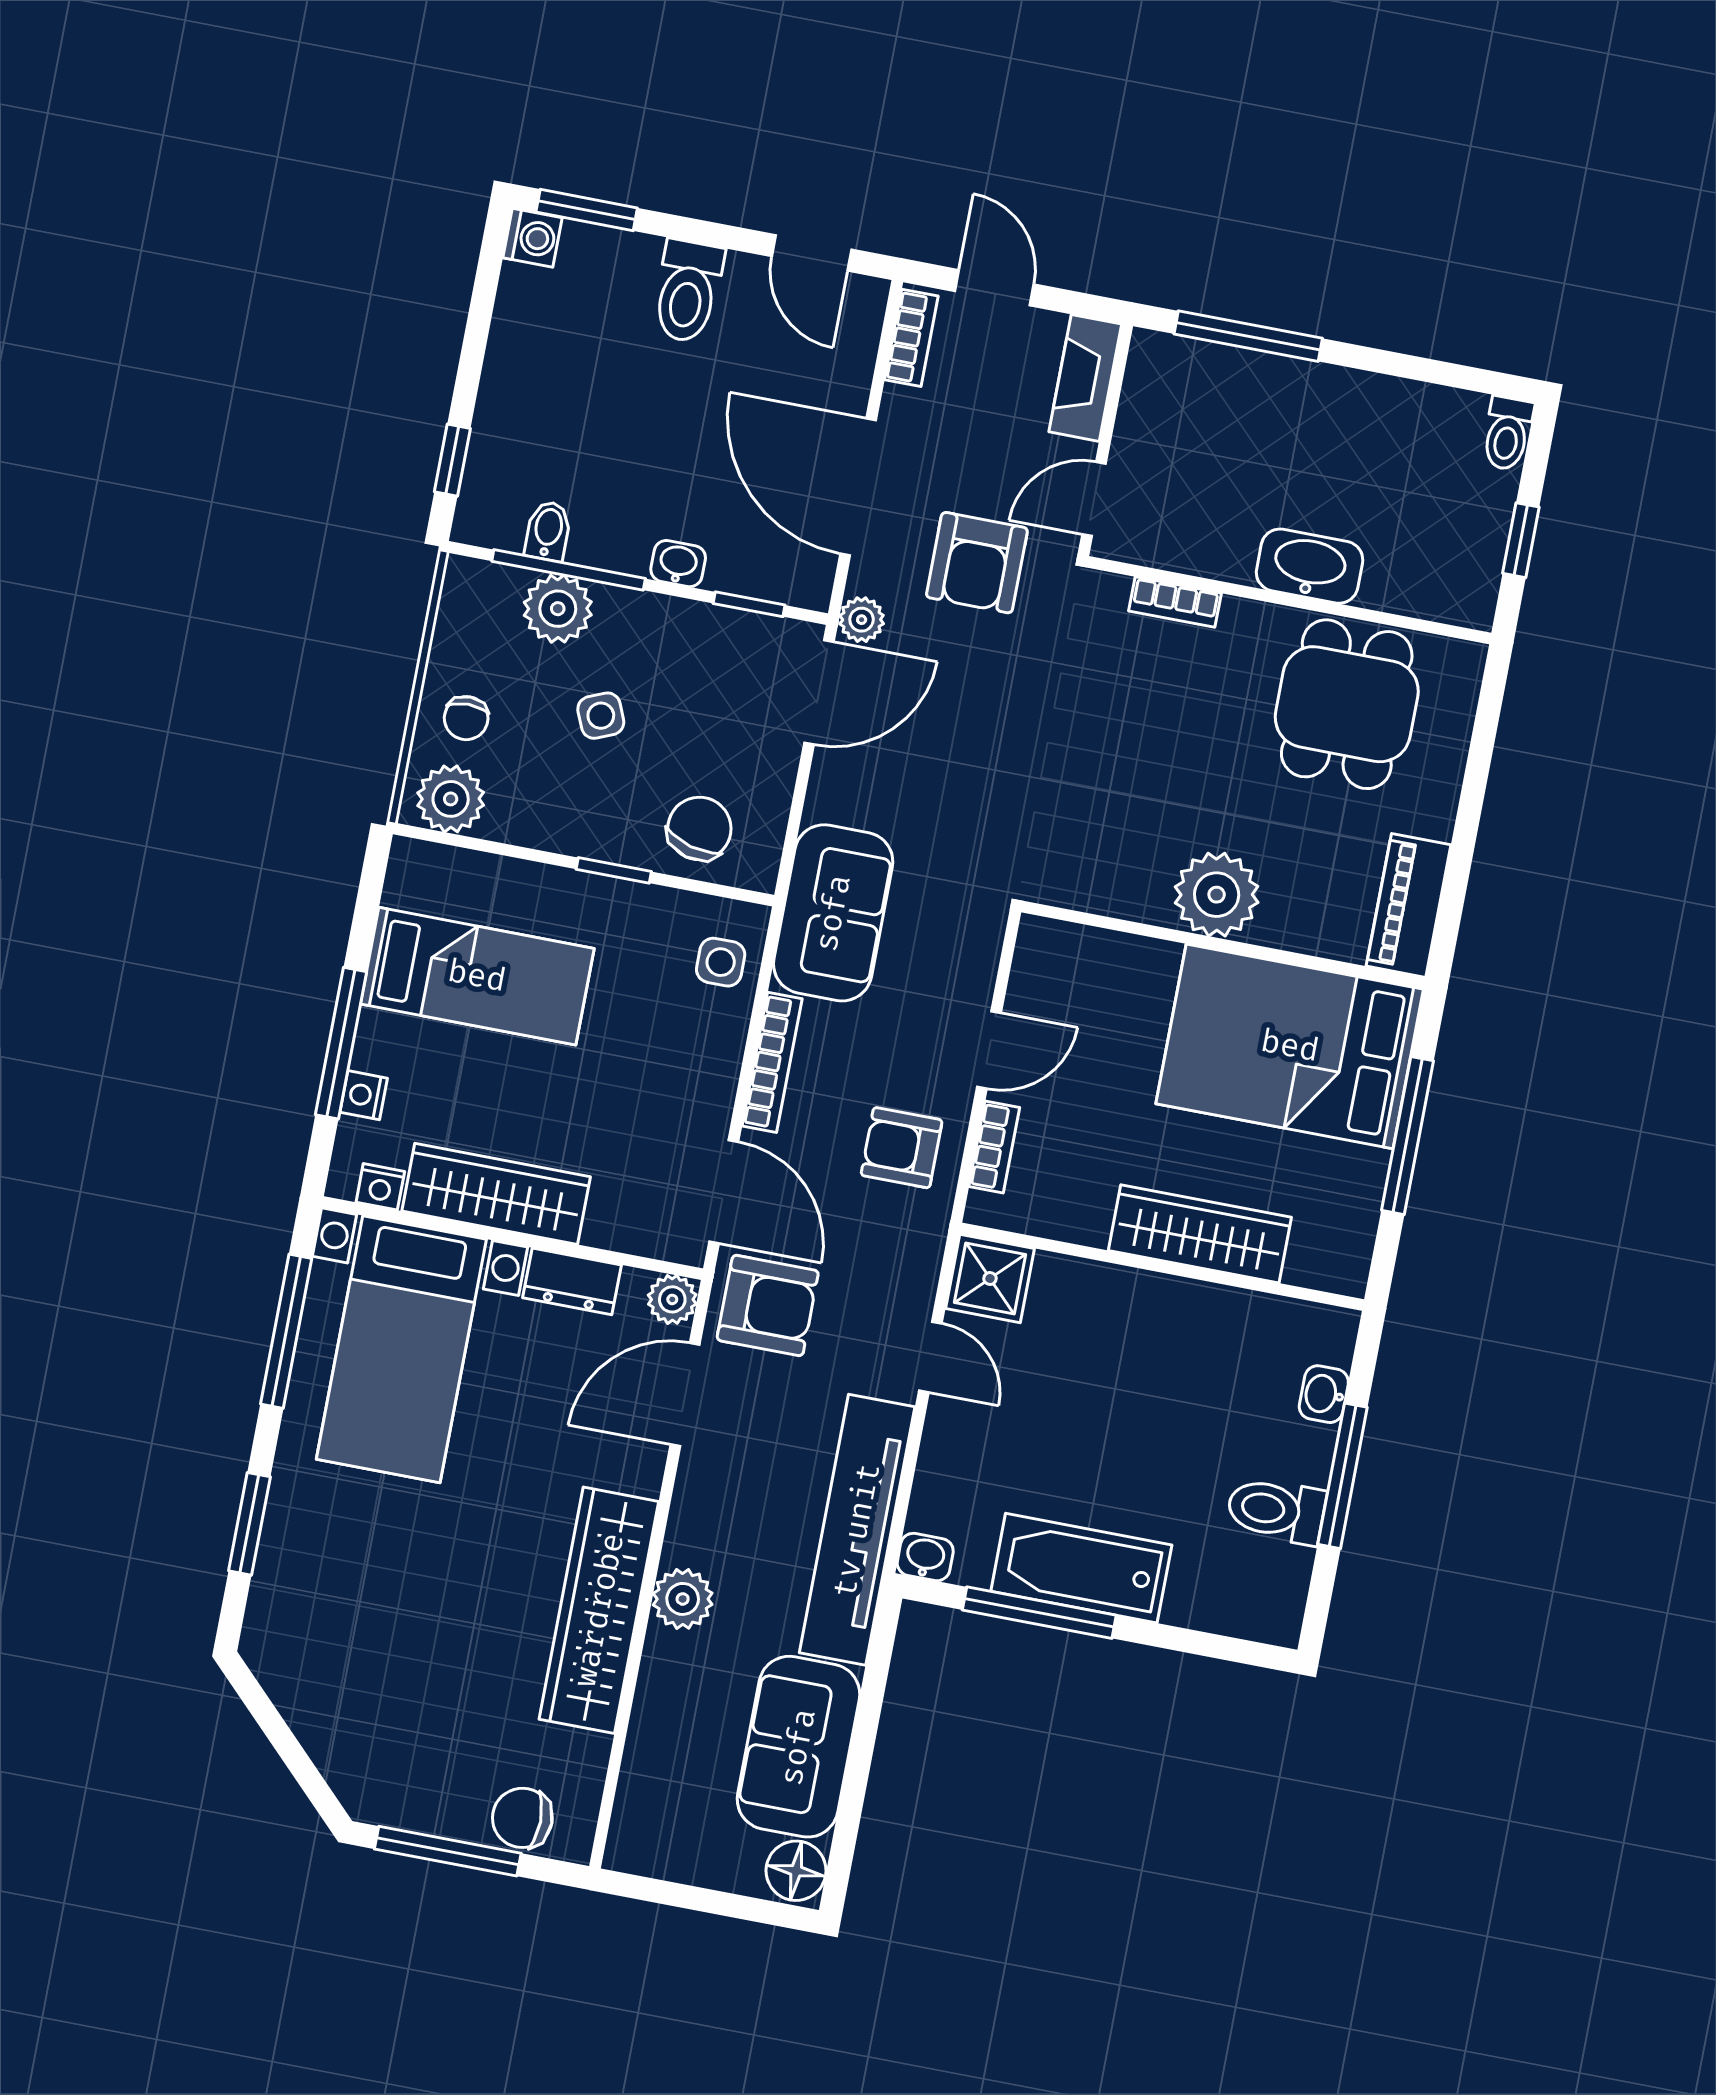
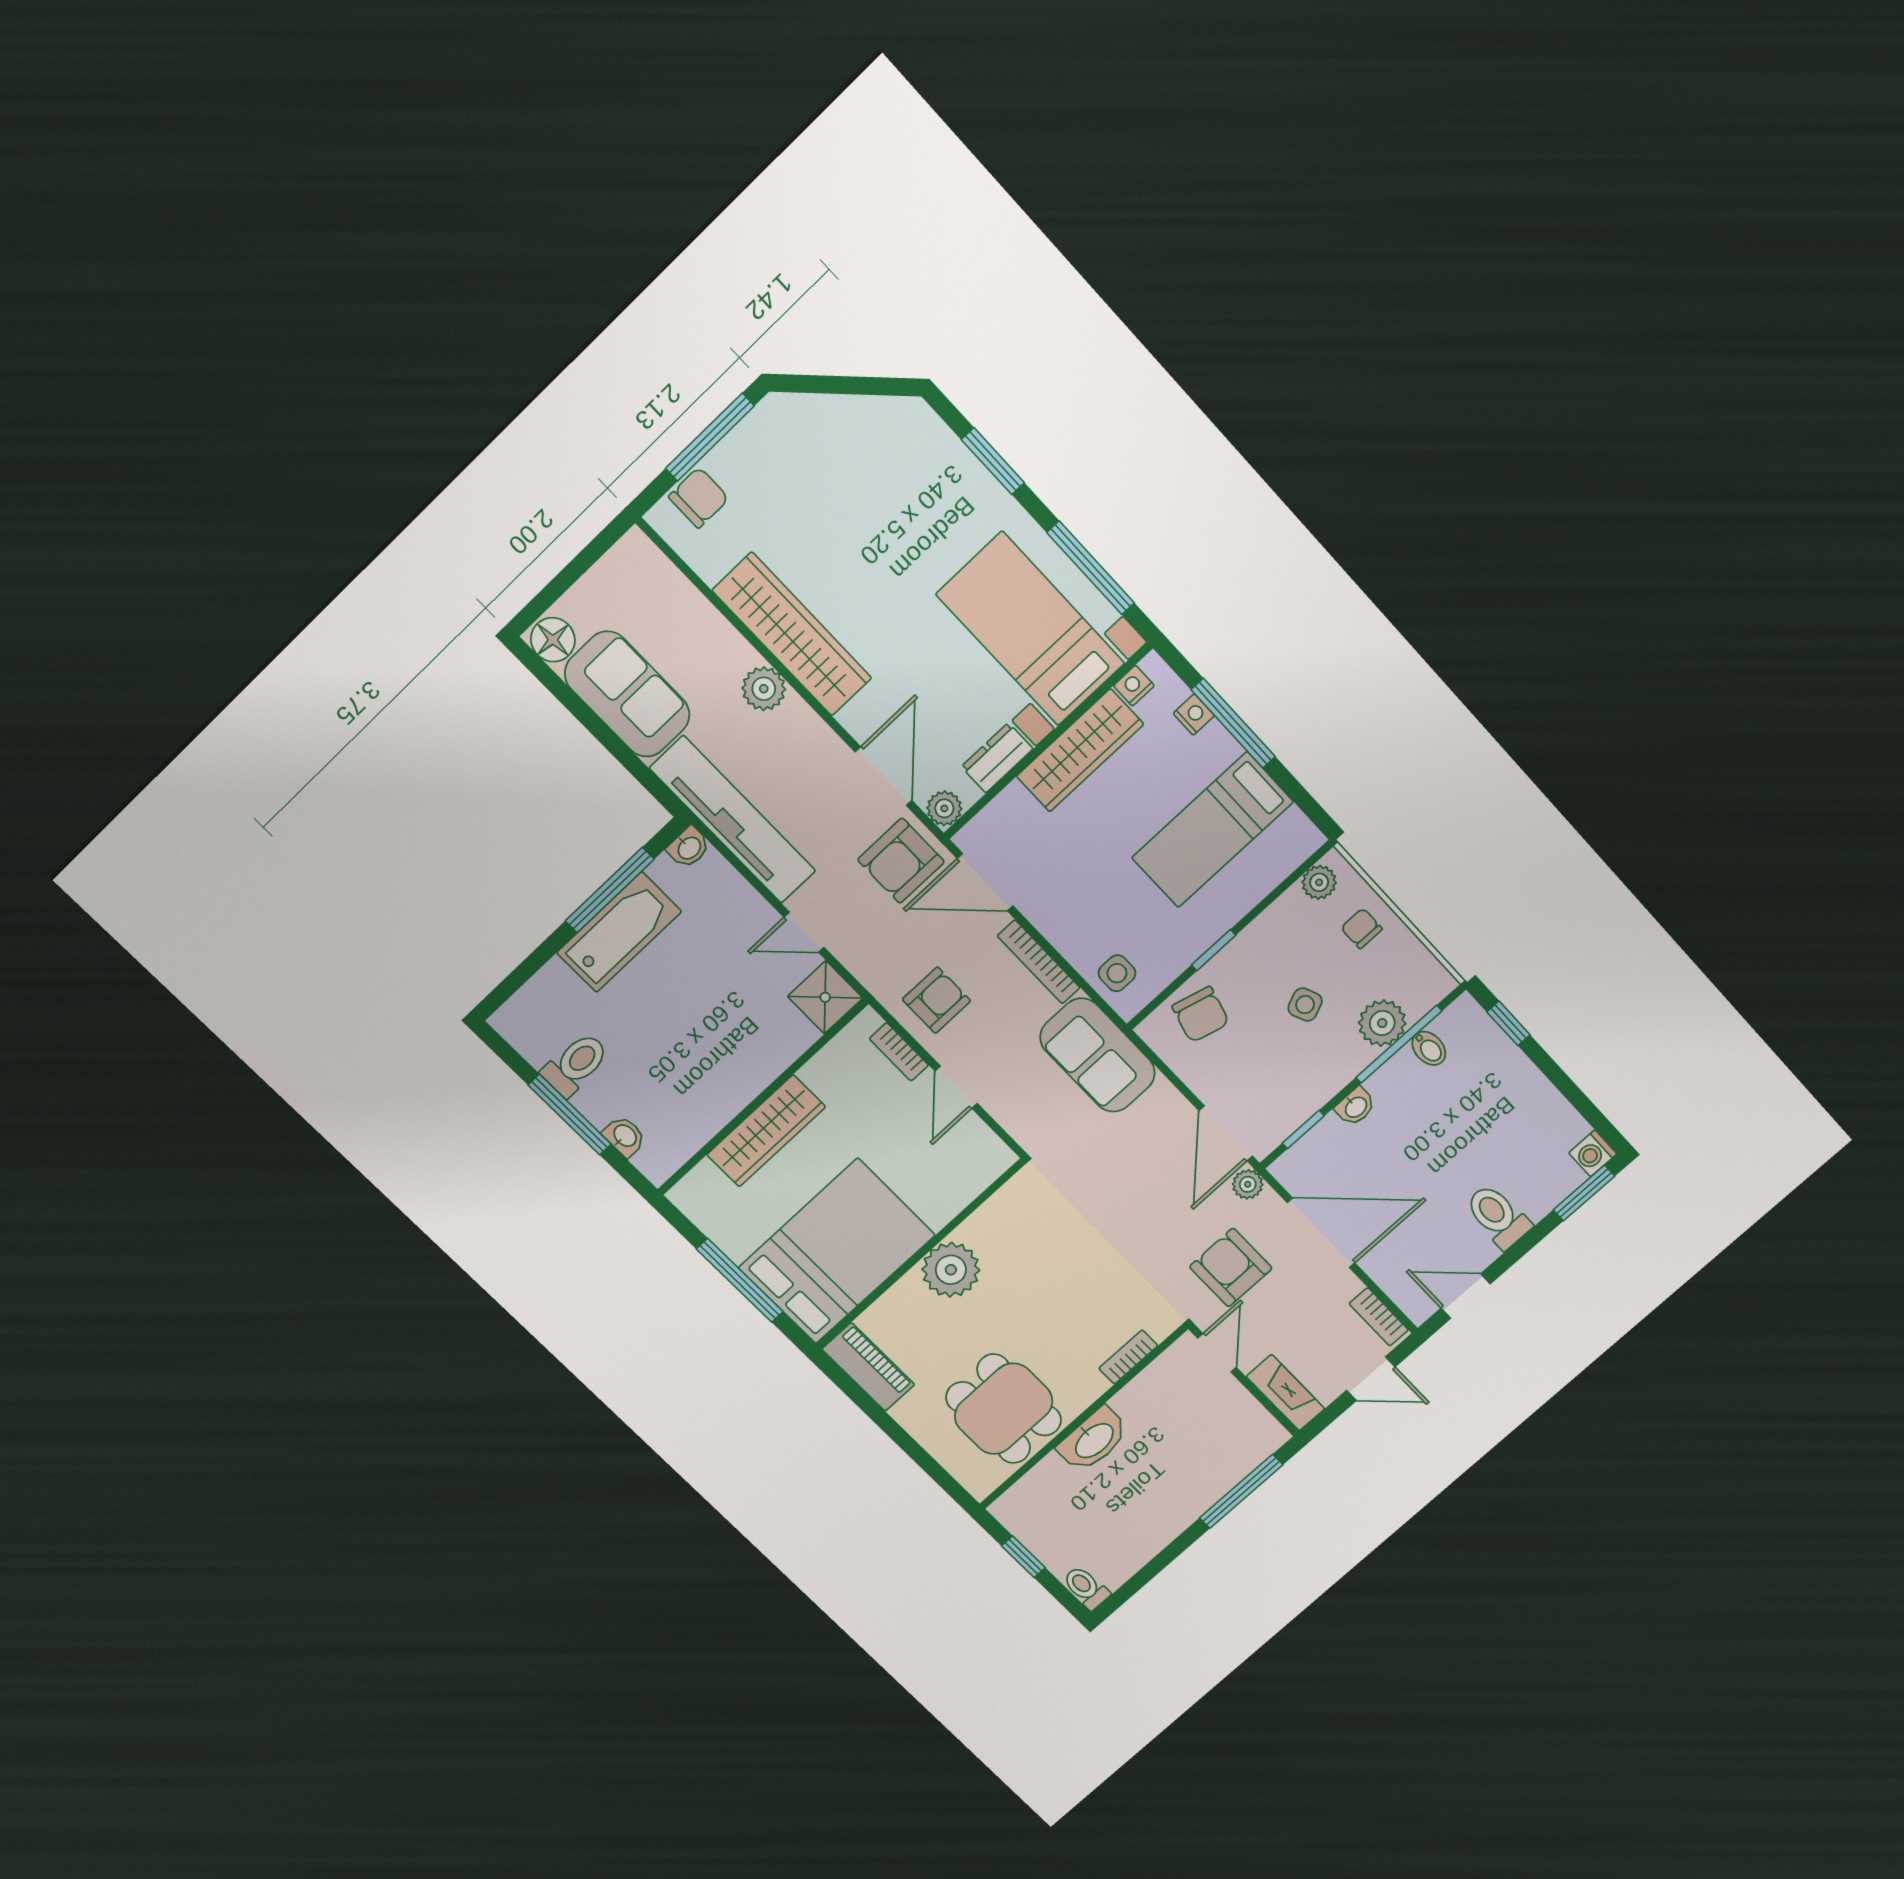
plant: (451, 799) -> (1319, 882), width x0.73, depth x0.73

